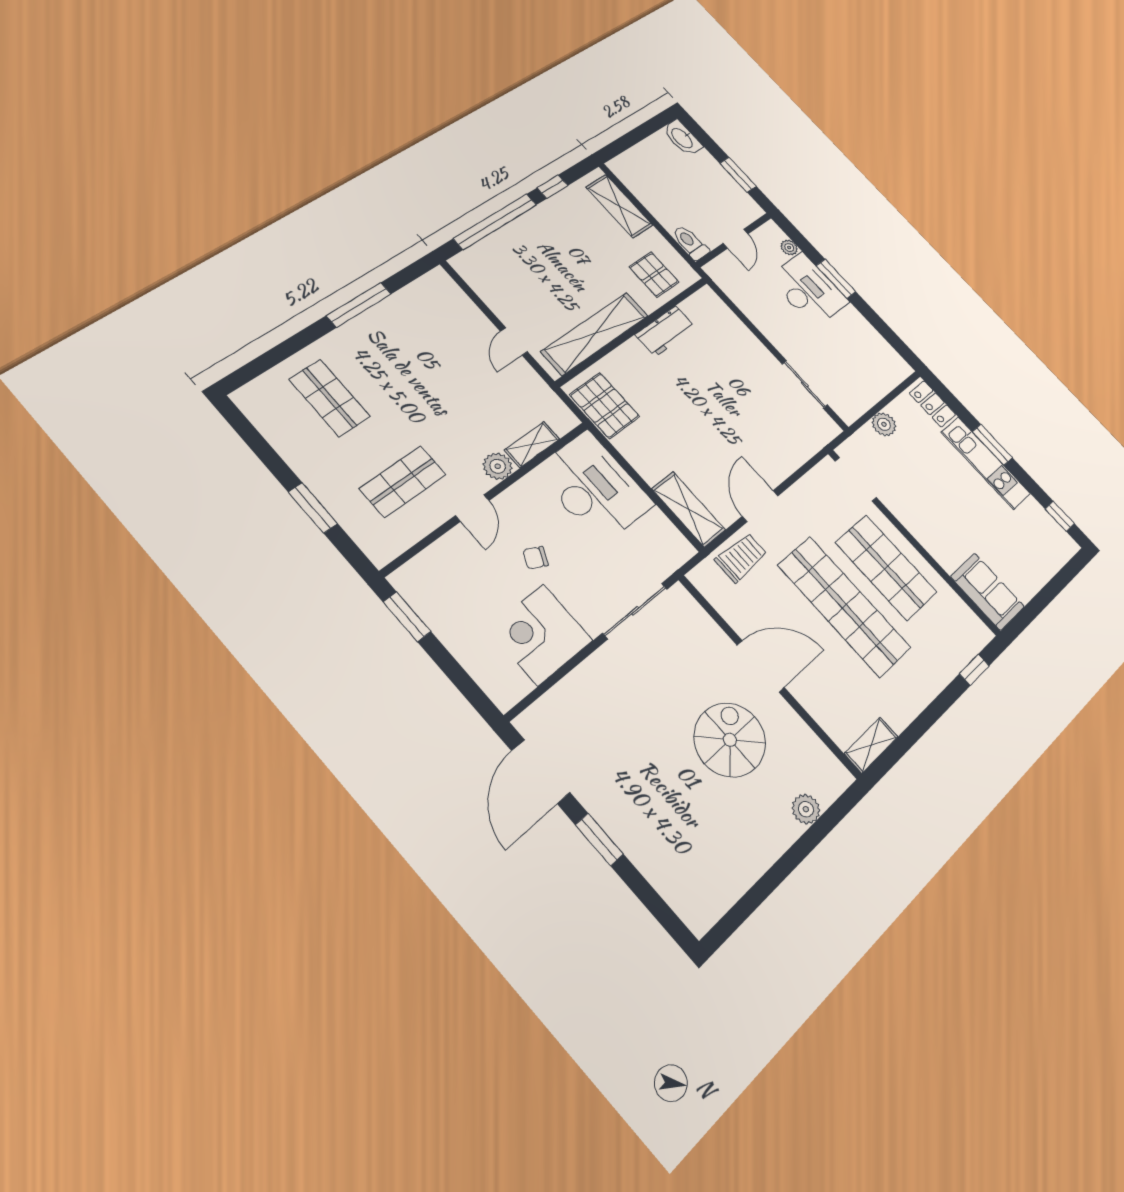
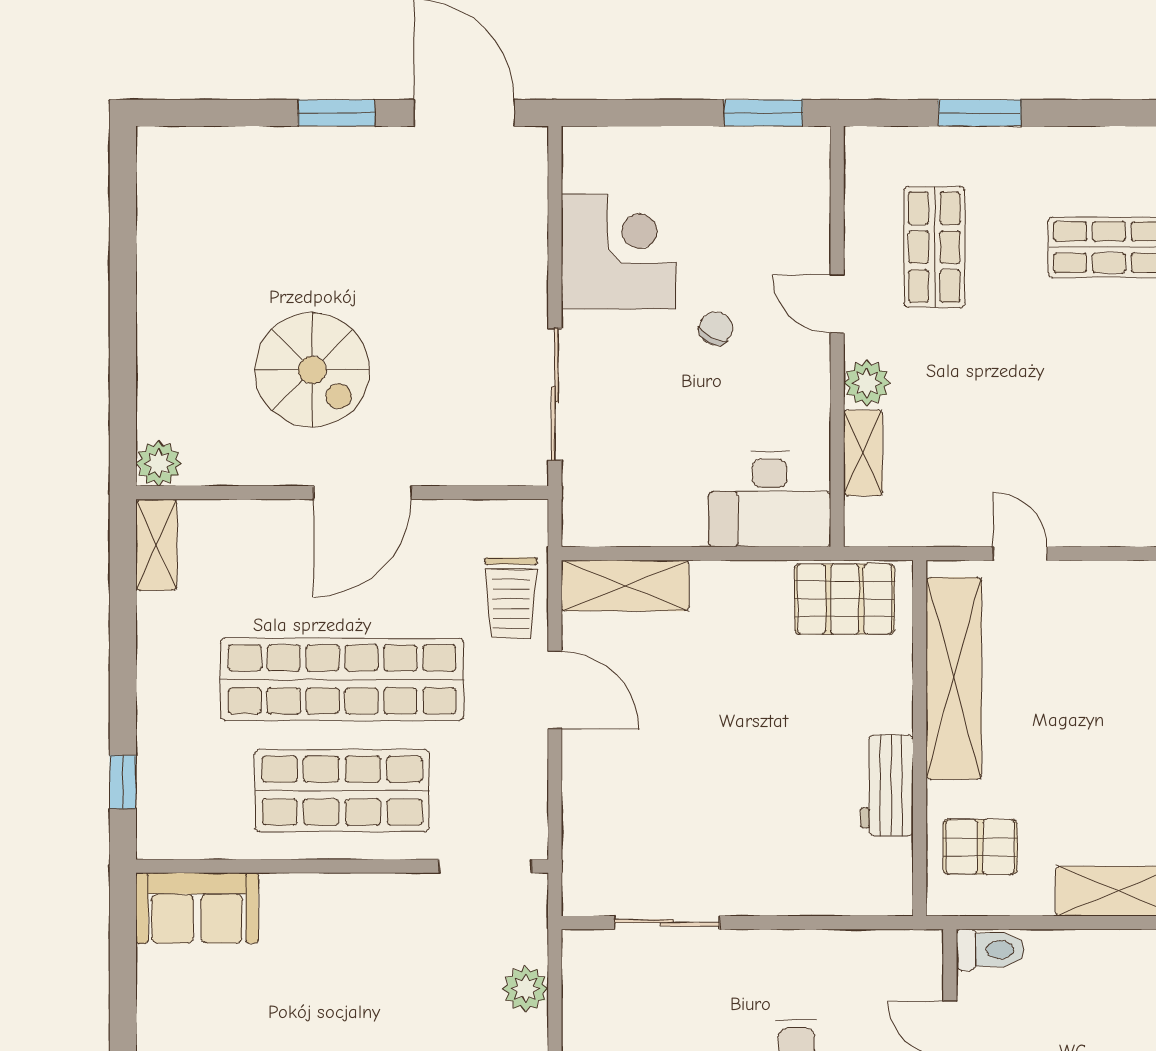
desk: (594, 487) -> (770, 499), width x0.73, depth x0.77
plant: (806, 809) -> (159, 463), moved

